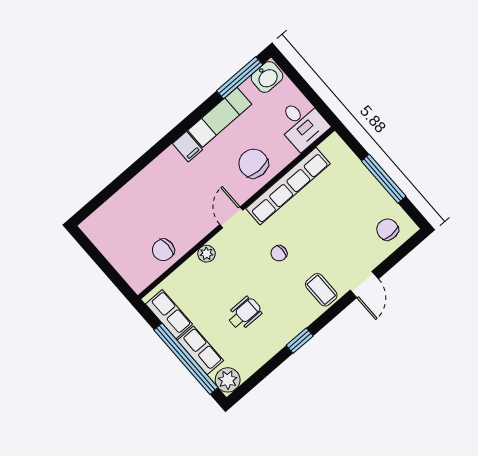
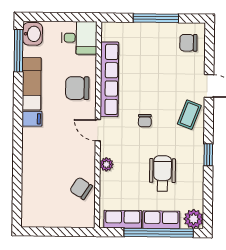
chair: (163, 250) -> (81, 188), turned 123
coffee table: (321, 290) -> (189, 115), turned -69
wheelchair: (244, 313) -> (162, 173), width x1.36, depth x1.37

